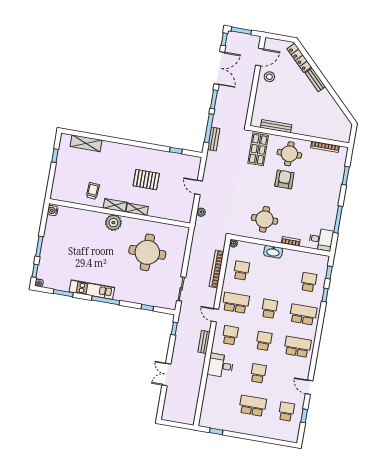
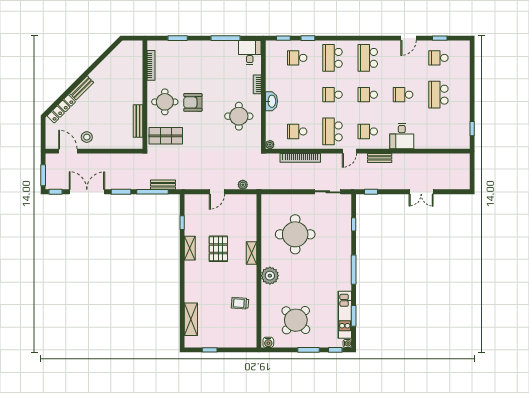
shelving: (115, 205) -> (190, 248), moved
round table: (69, 239) -> (296, 320), added
kitchen unit: (92, 290) -> (345, 315), moved

